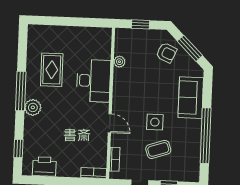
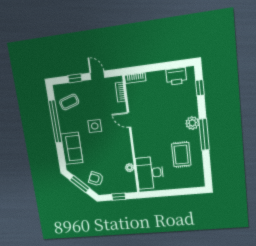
desk: (93, 81) -> (150, 173), moved
coffee table: (158, 149) -> (69, 102), moved

